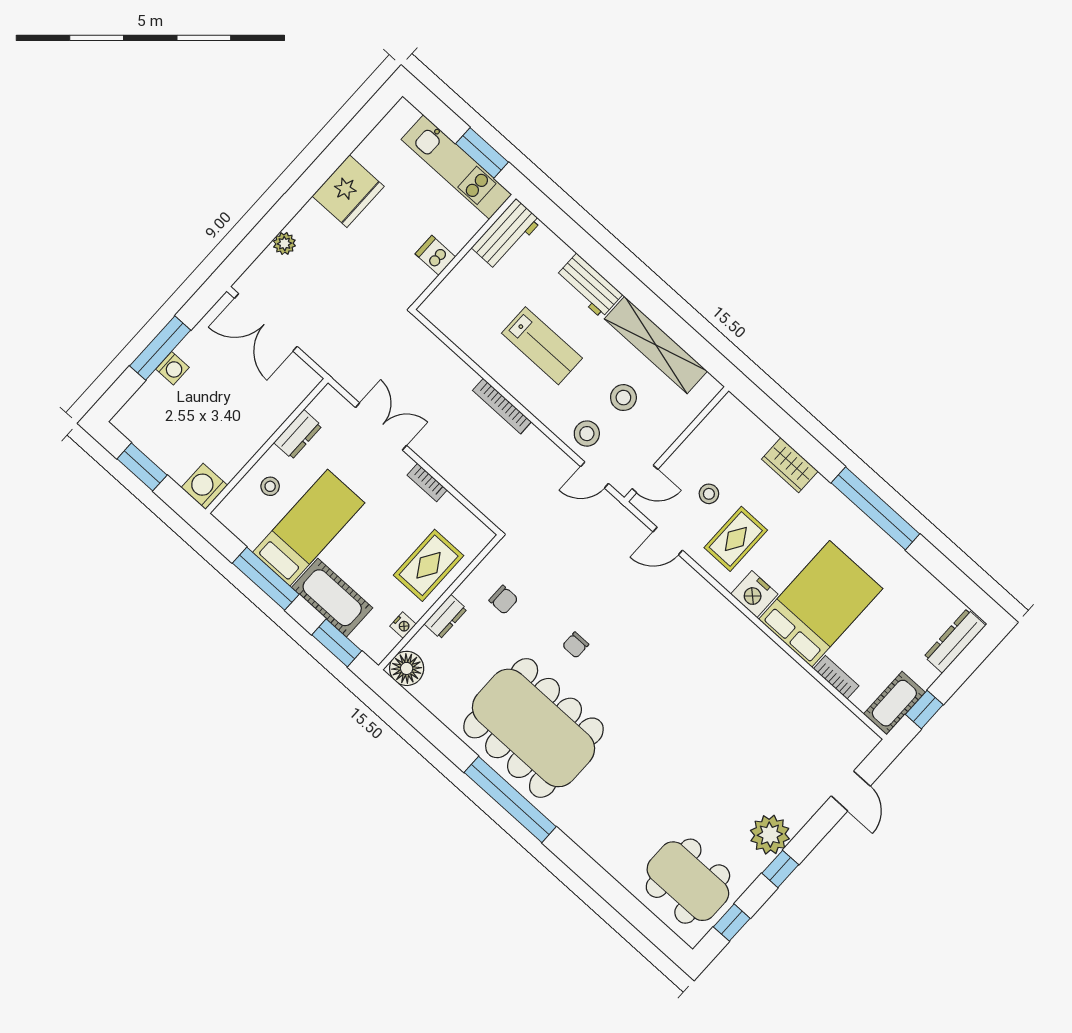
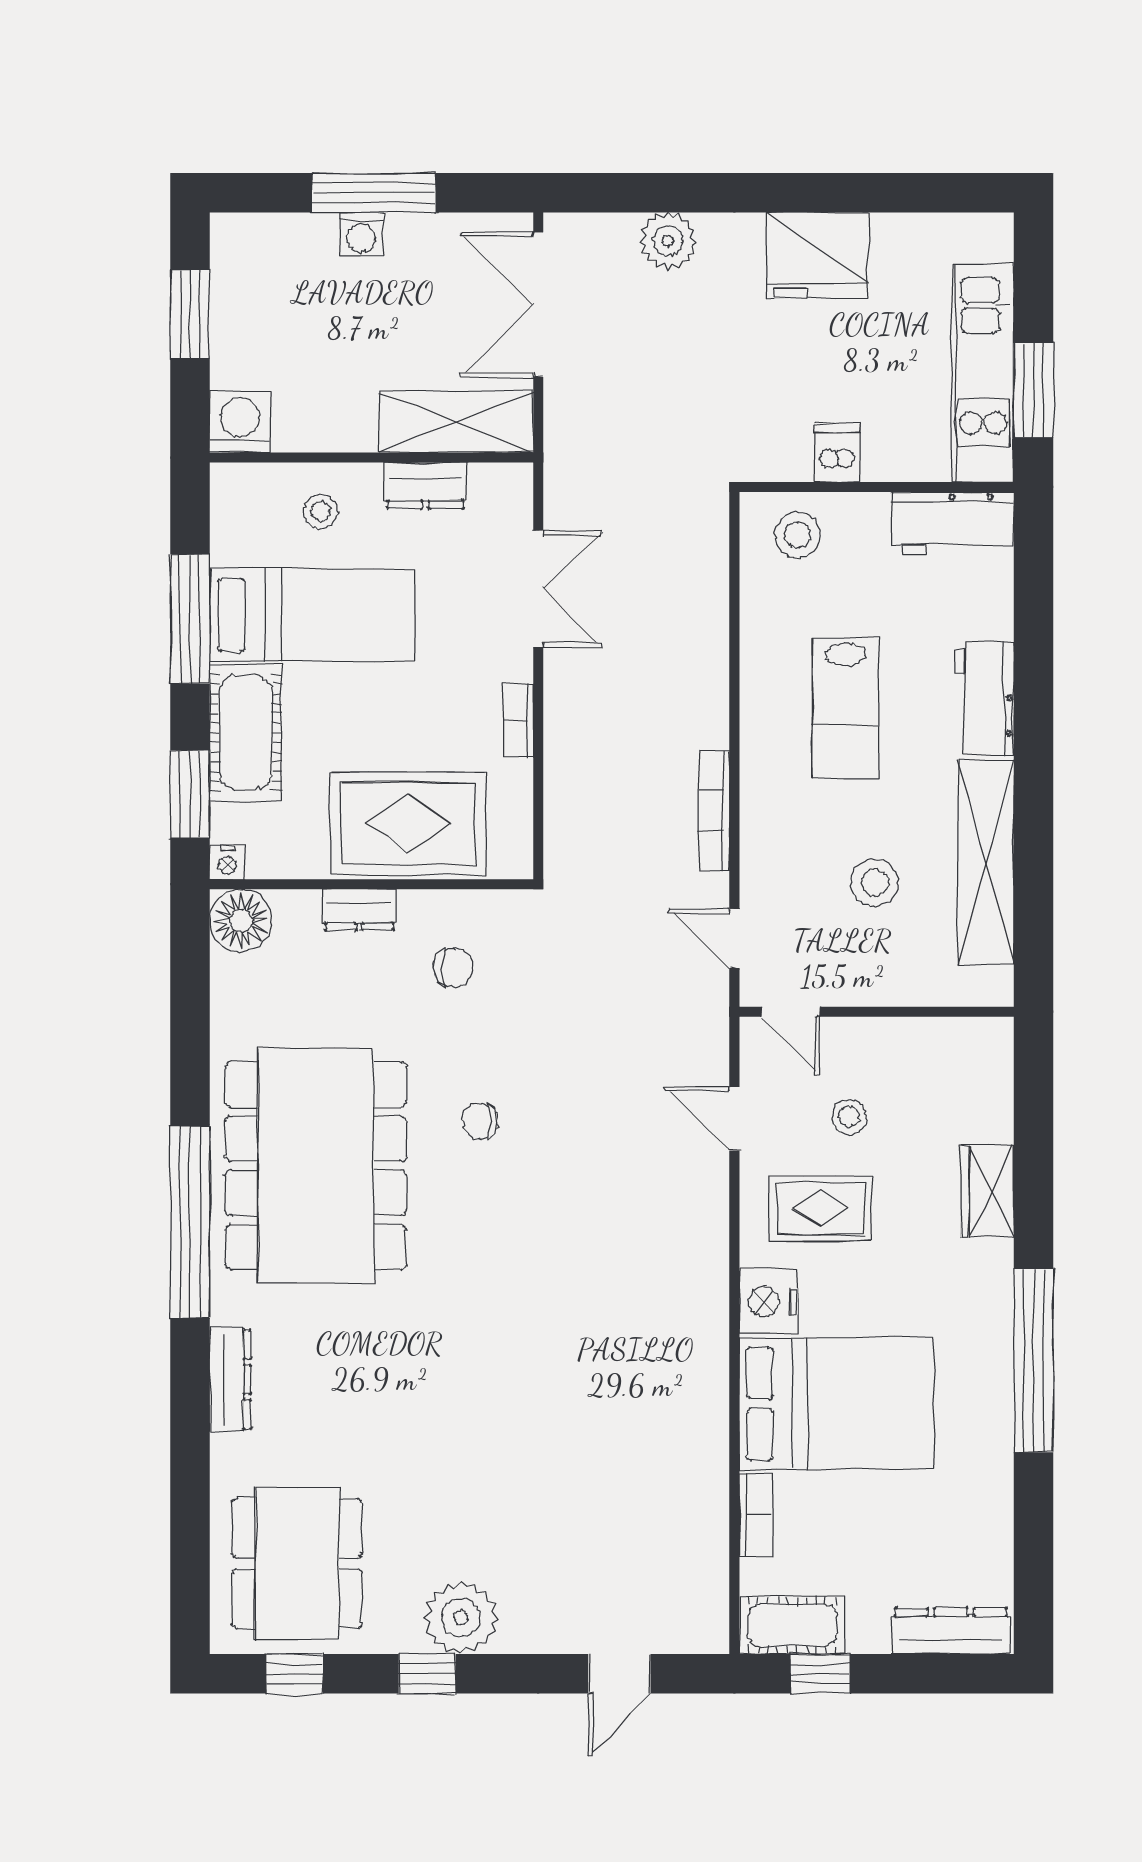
plant: (284, 244) -> (668, 241), width x1.38, depth x1.38
shelving: (283, 398) -> (456, 422), added
bookcase: (502, 406) -> (714, 811), moved
stool: (587, 434) -> (797, 535), moved
rug: (429, 565) -> (408, 824), width x1.36, depth x1.43
chair: (504, 600) -> (453, 968), turned -90
nightstand: (403, 625) -> (227, 862), moved
dresser: (589, 841) -> (230, 1379), added

